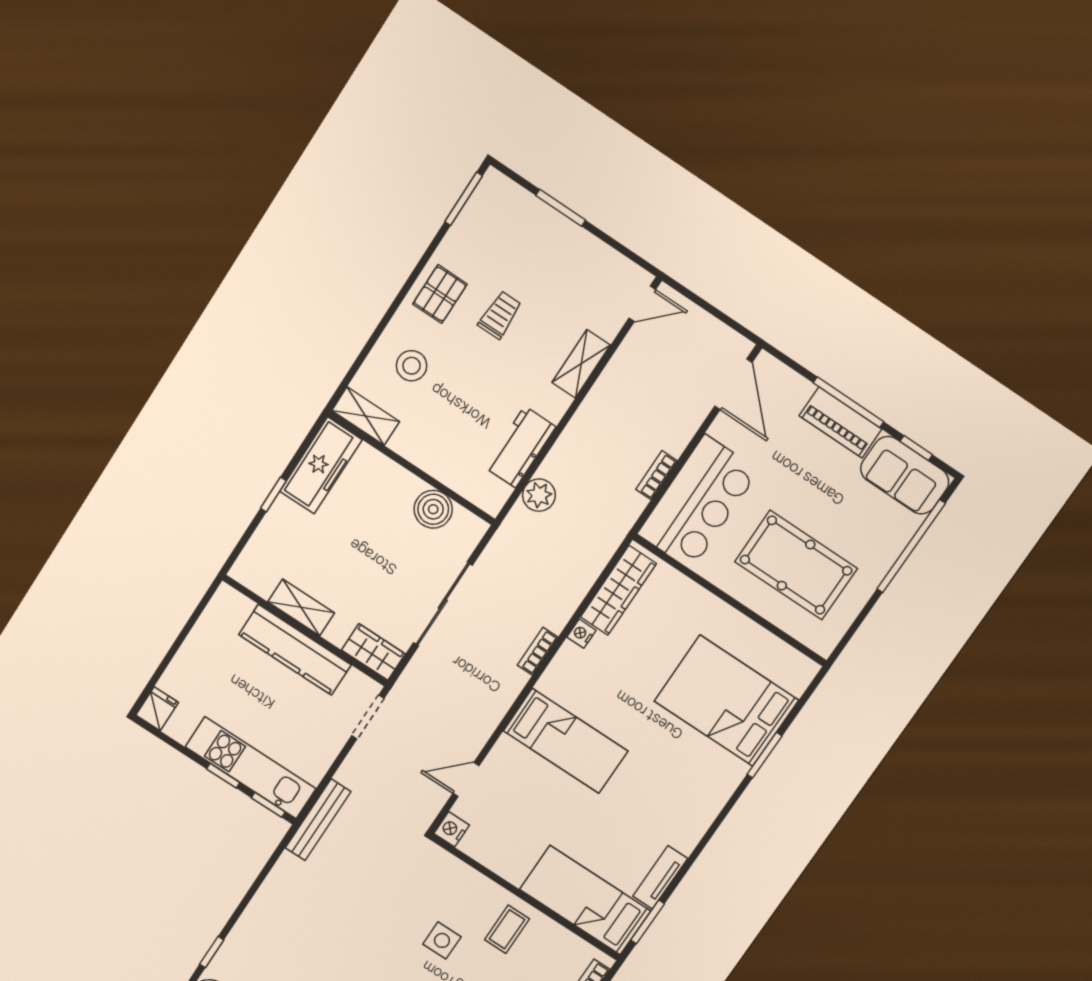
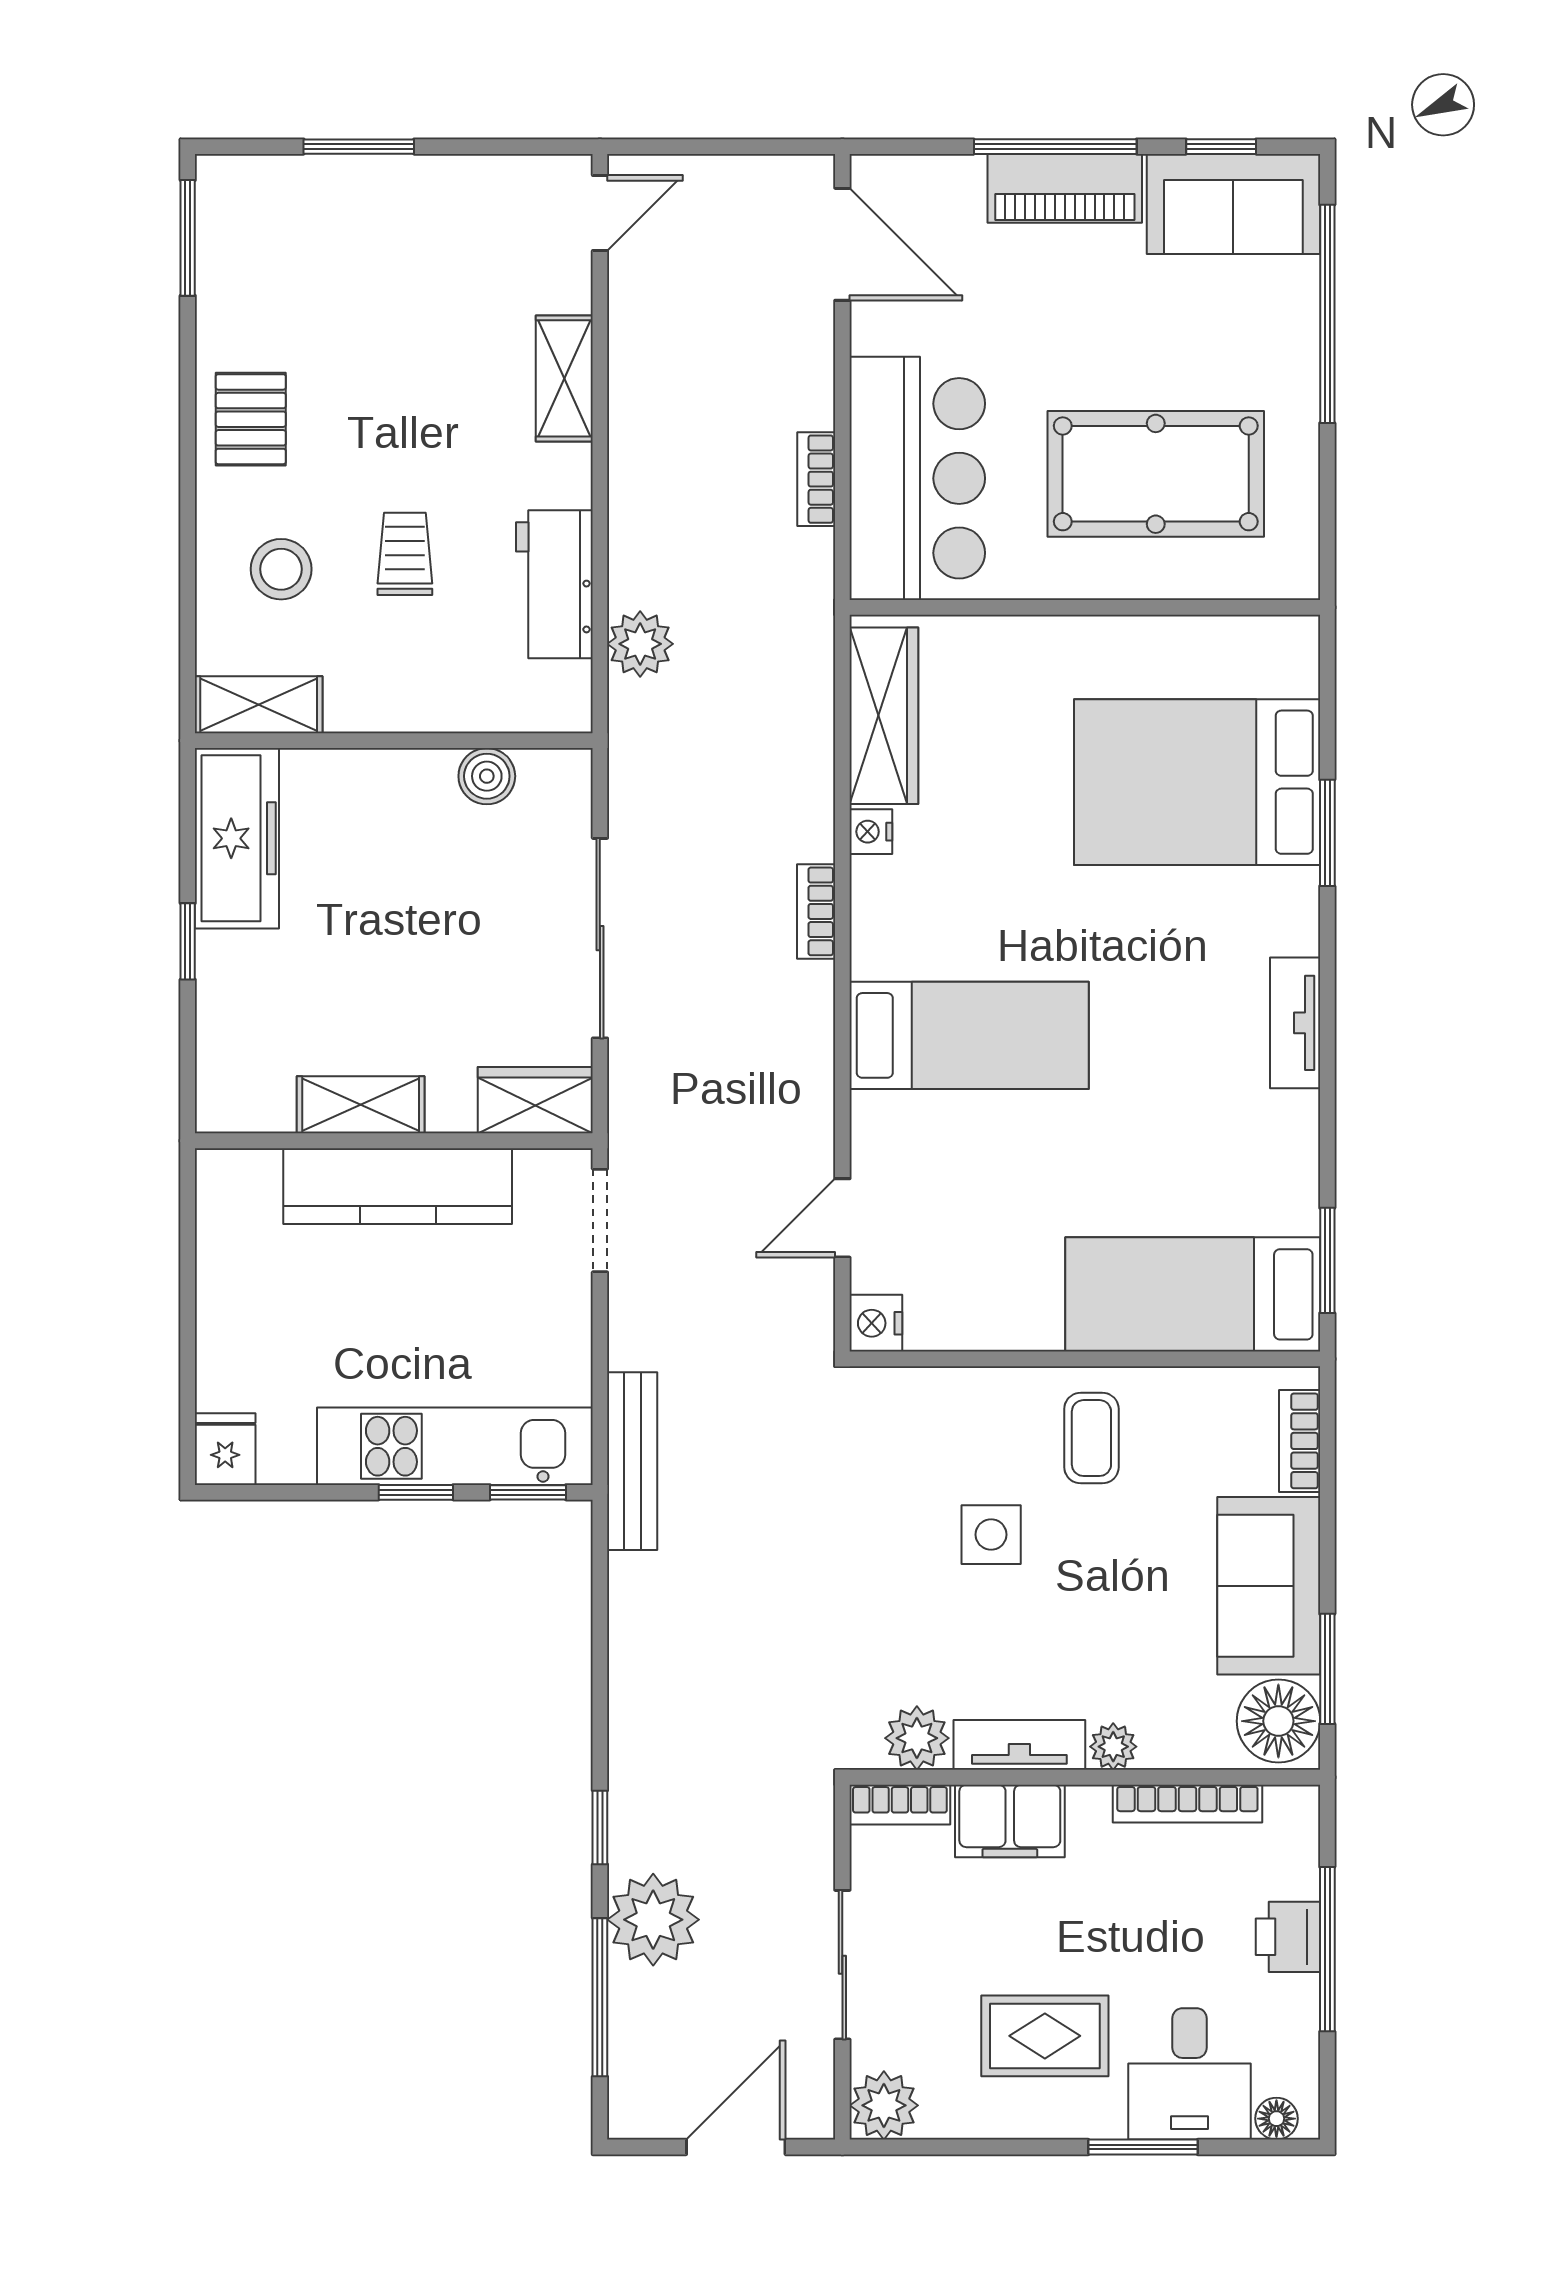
trolley: (500, 315) -> (405, 554), moved
boiler: (433, 509) -> (487, 776), width x0.73, depth x0.73
tv unit: (660, 877) -> (1295, 1023), moved

